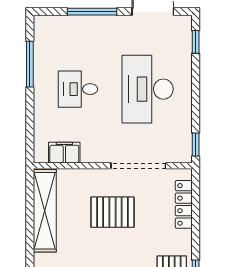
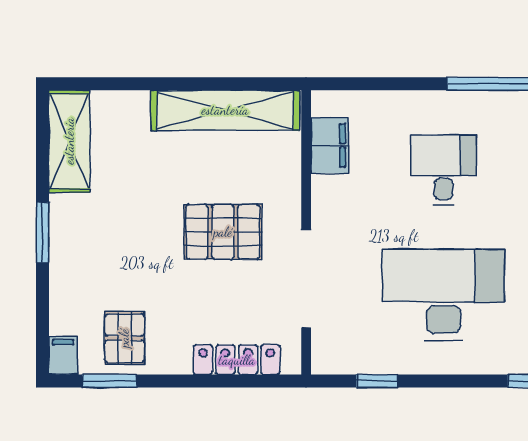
window: (196, 144) -> (377, 381), moved
pallet: (112, 212) -> (223, 232), turned 90

